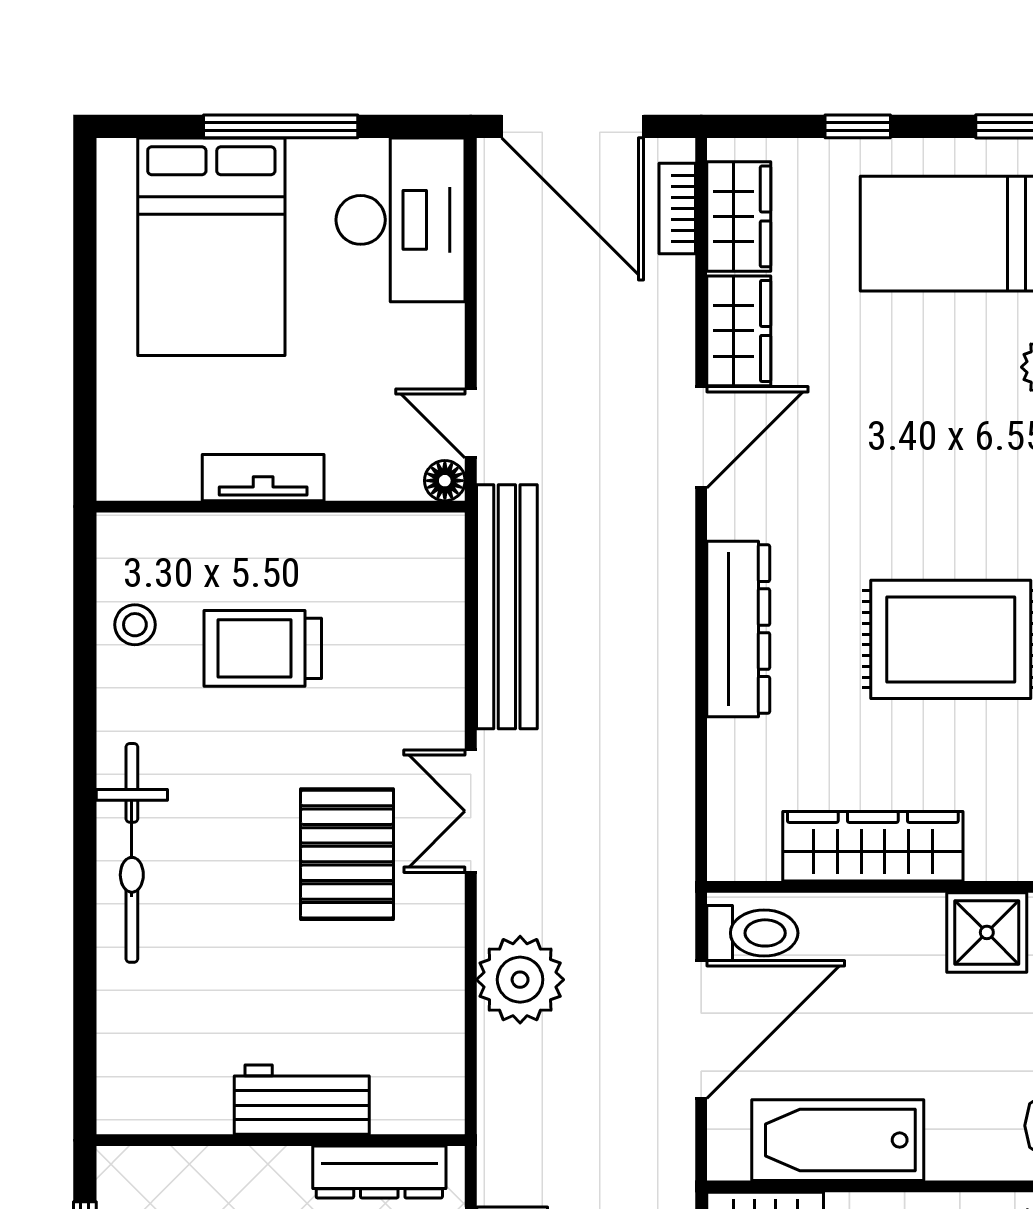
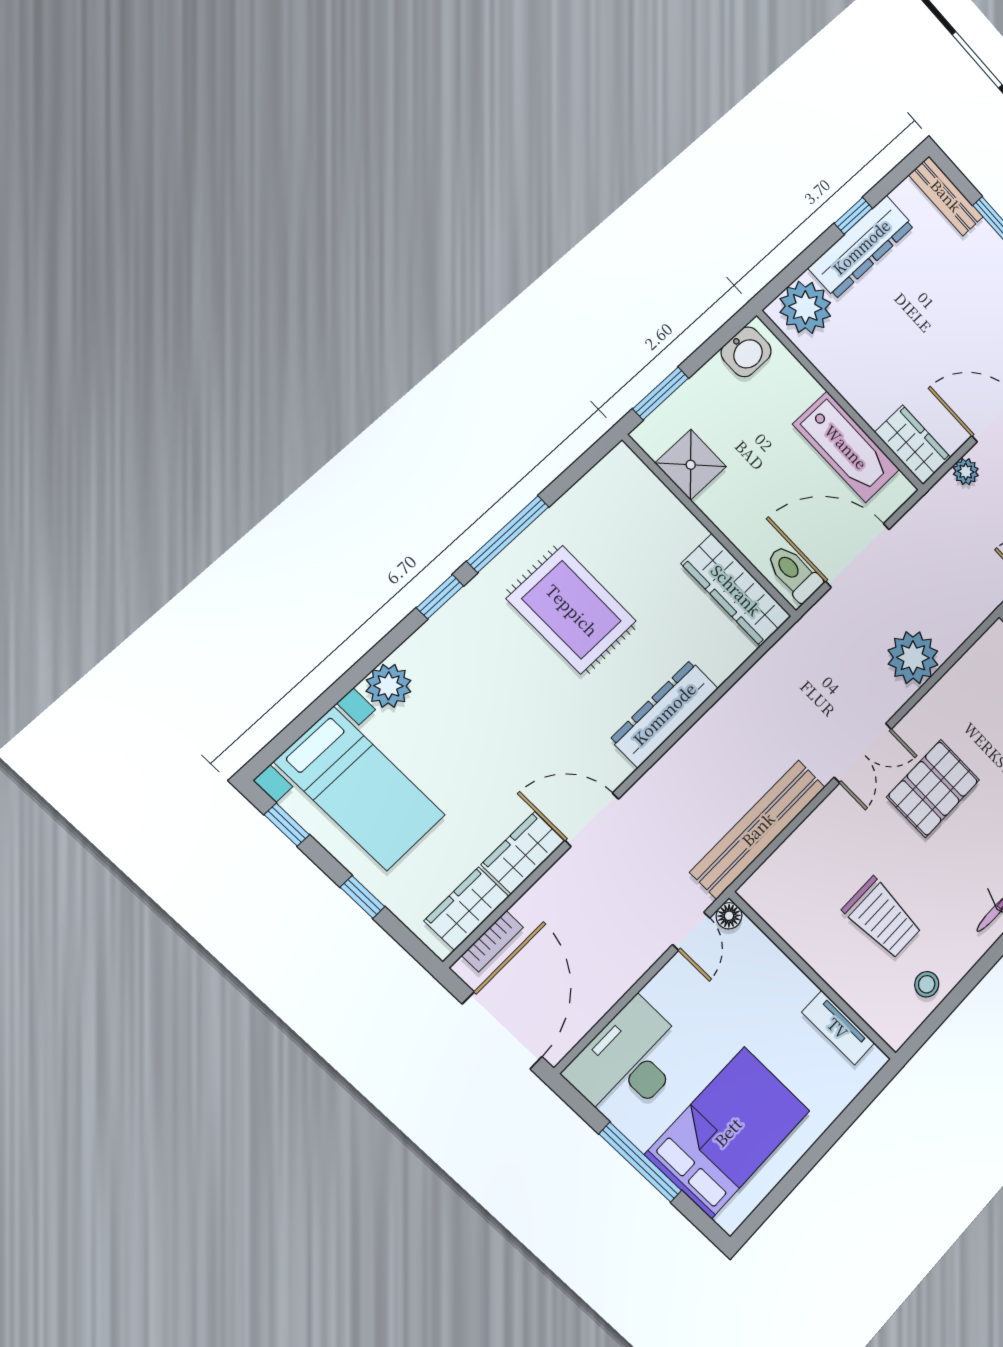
tv unit: (263, 478) -> (838, 1028), moved
wardrobe: (873, 846) -> (736, 590), moved

